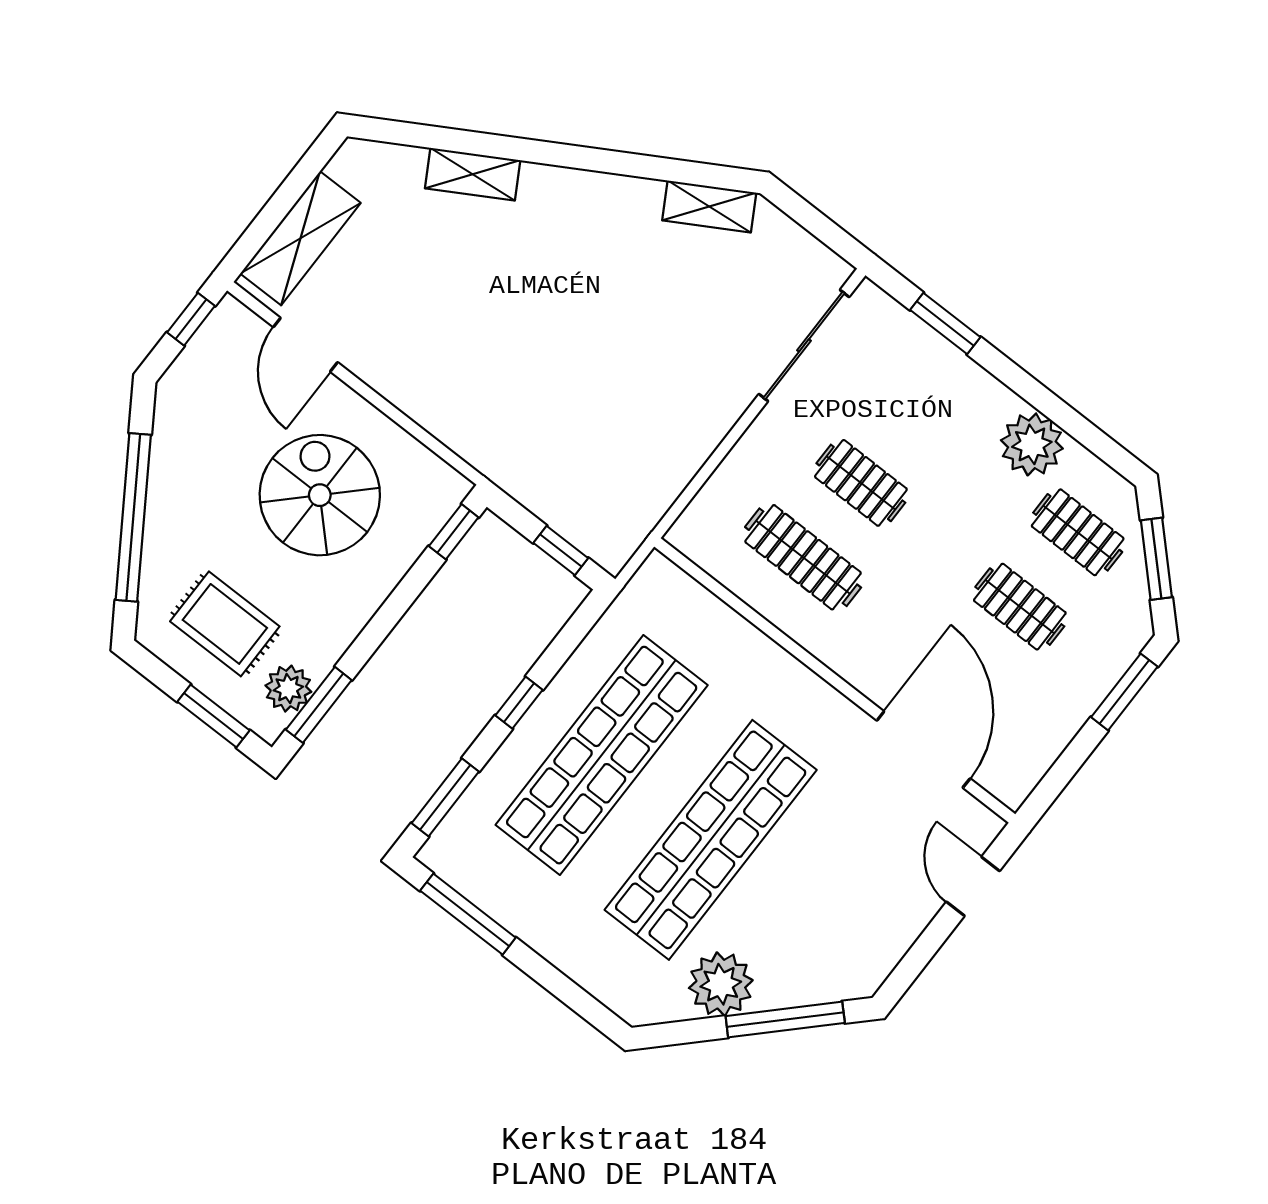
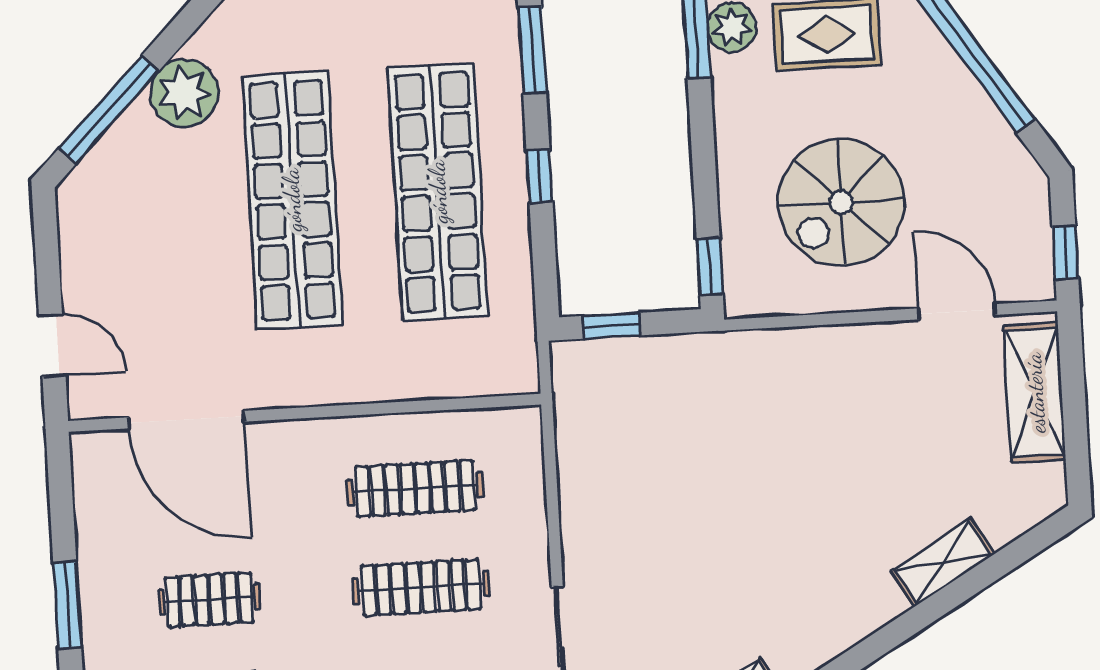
clothes rail: (861, 483) -> (421, 587), width x1.36
spiral stairs: (320, 495) -> (841, 202), turned 90

